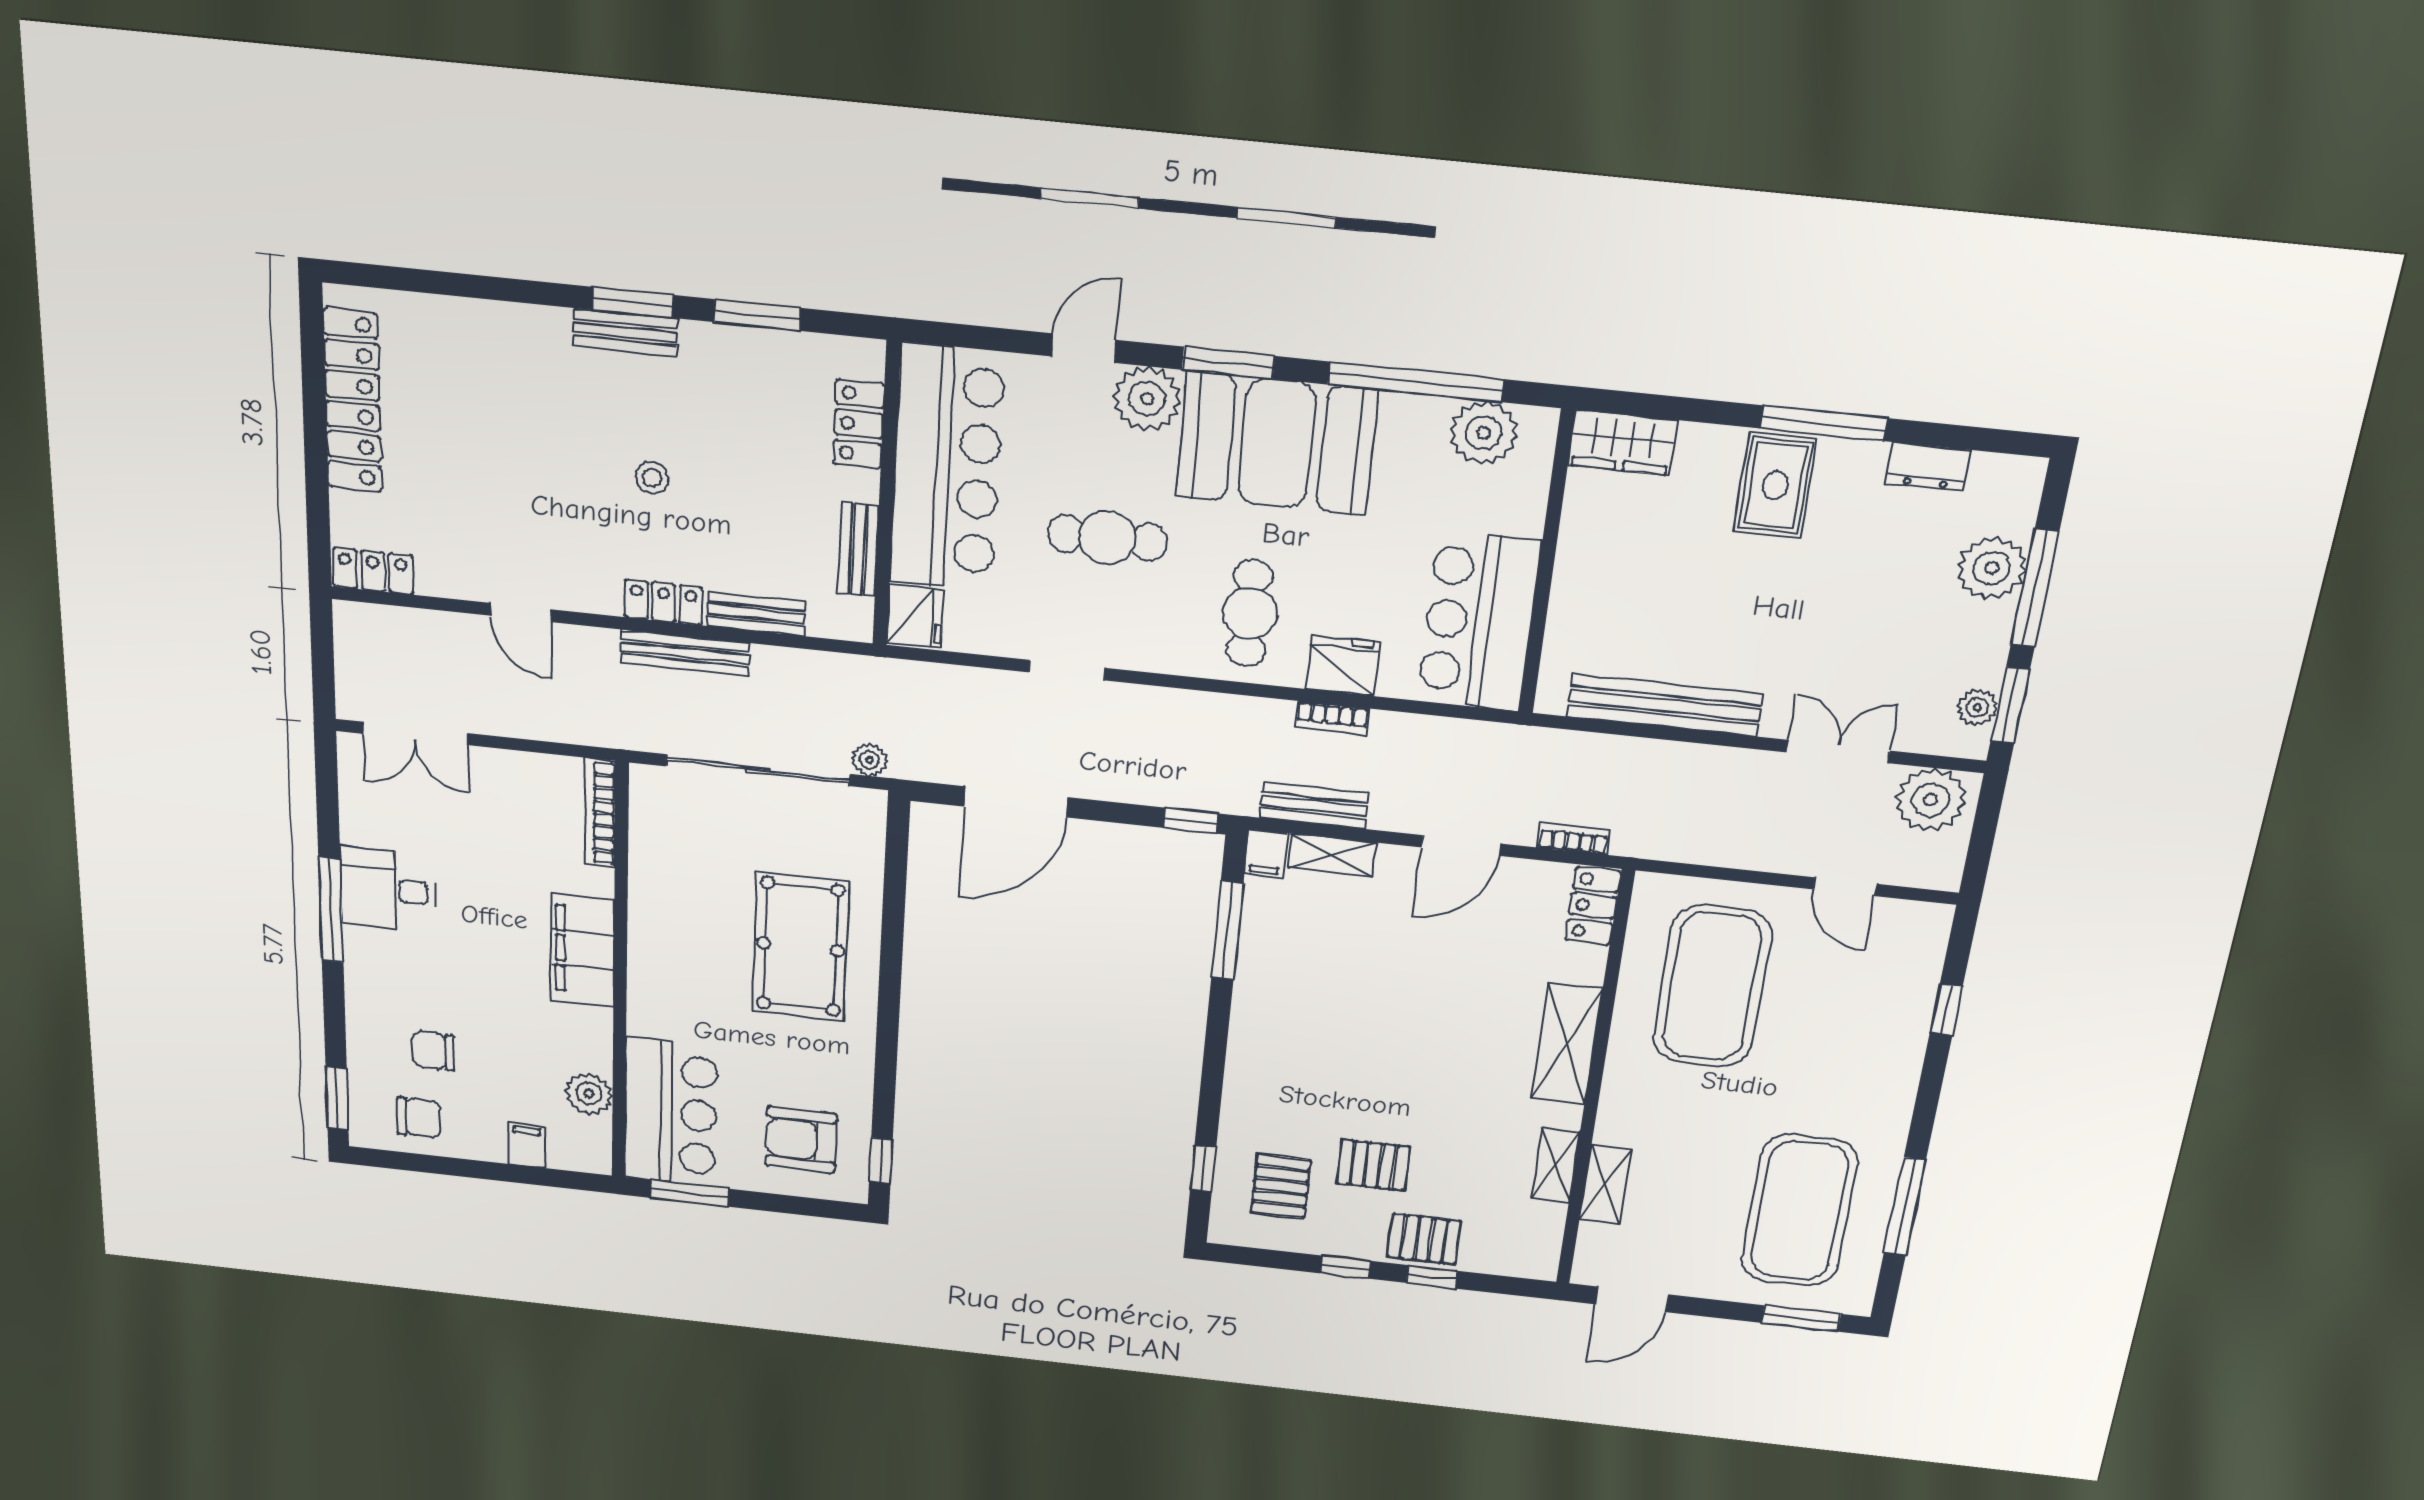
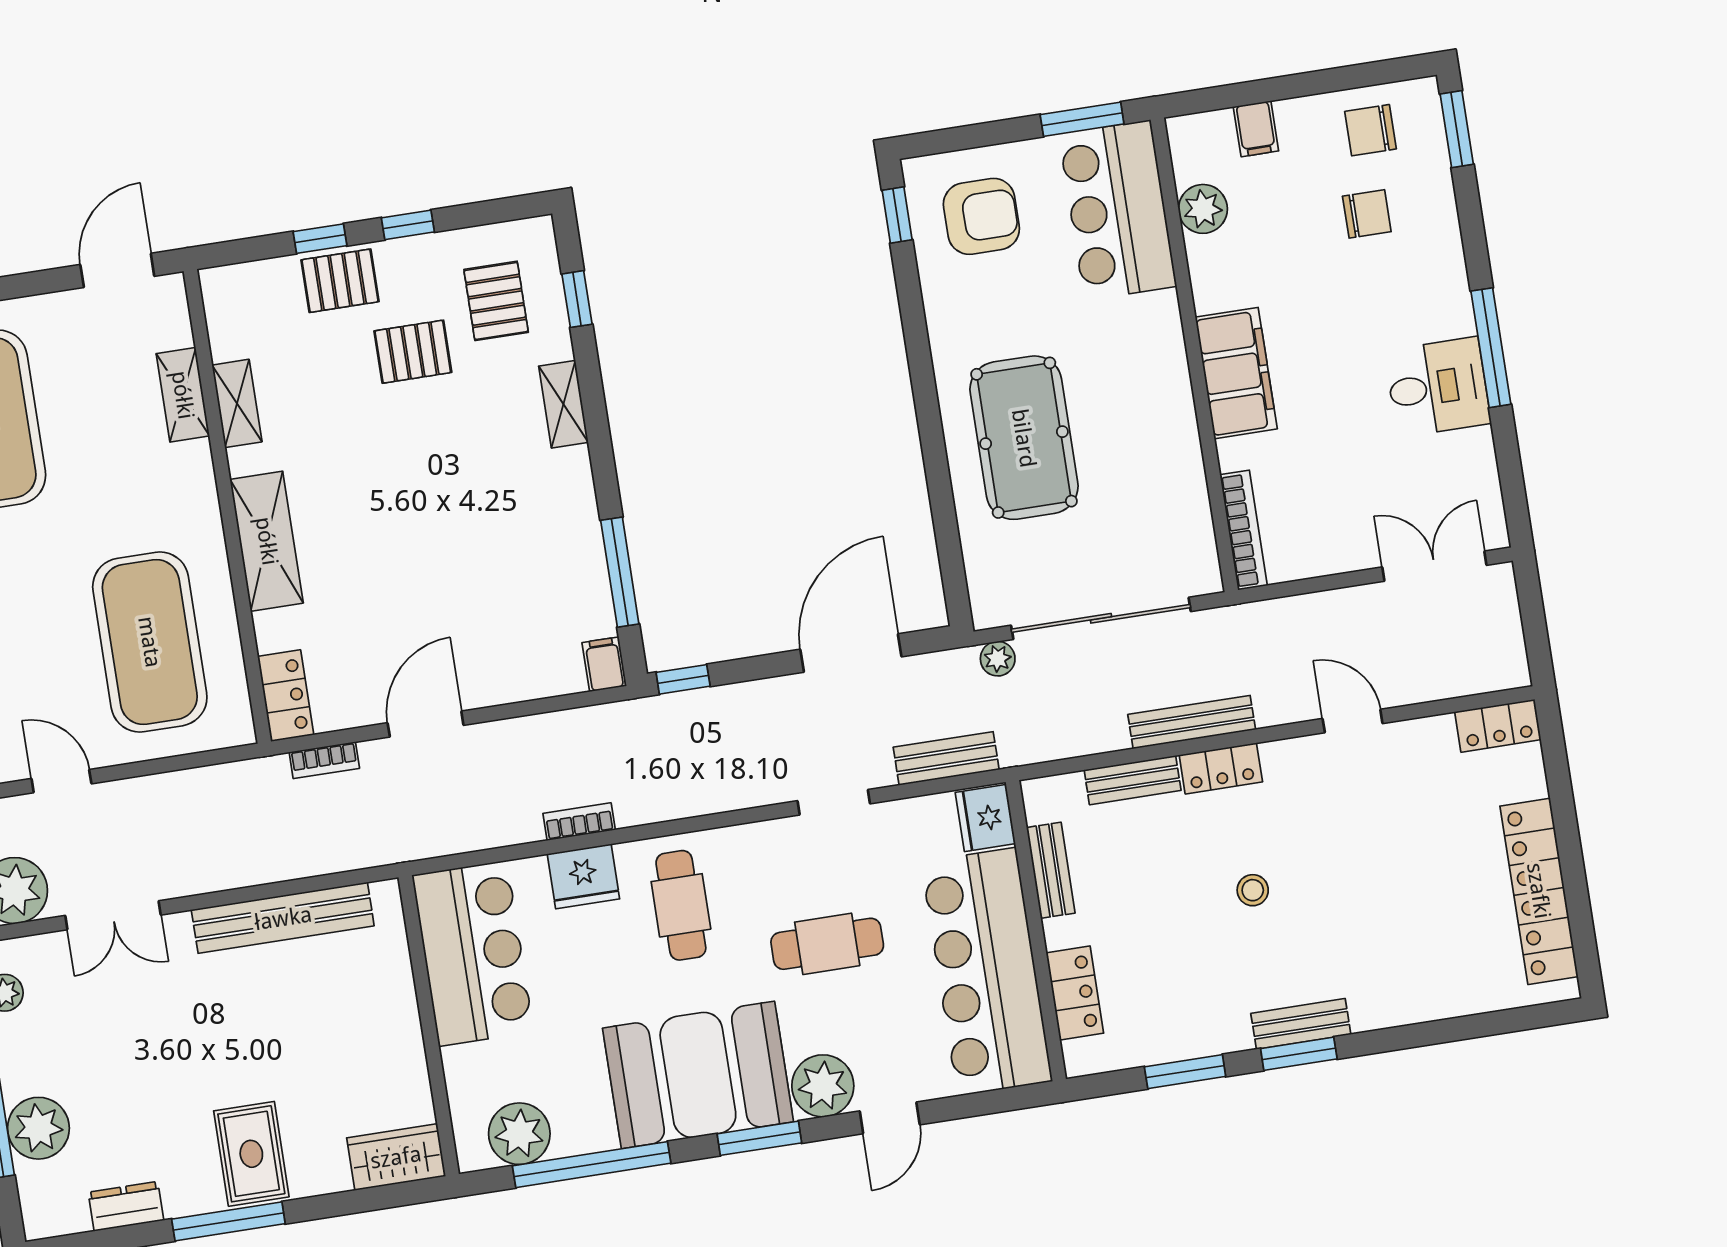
bench: (1314, 806) -> (946, 758), moved
shelving: (1332, 855) -> (563, 404), moved, turned 90

